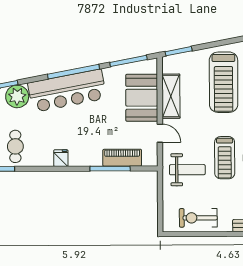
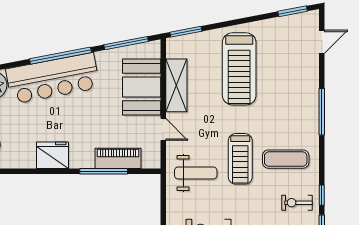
fridge: (61, 158) -> (52, 155), width x1.88, depth x1.34

